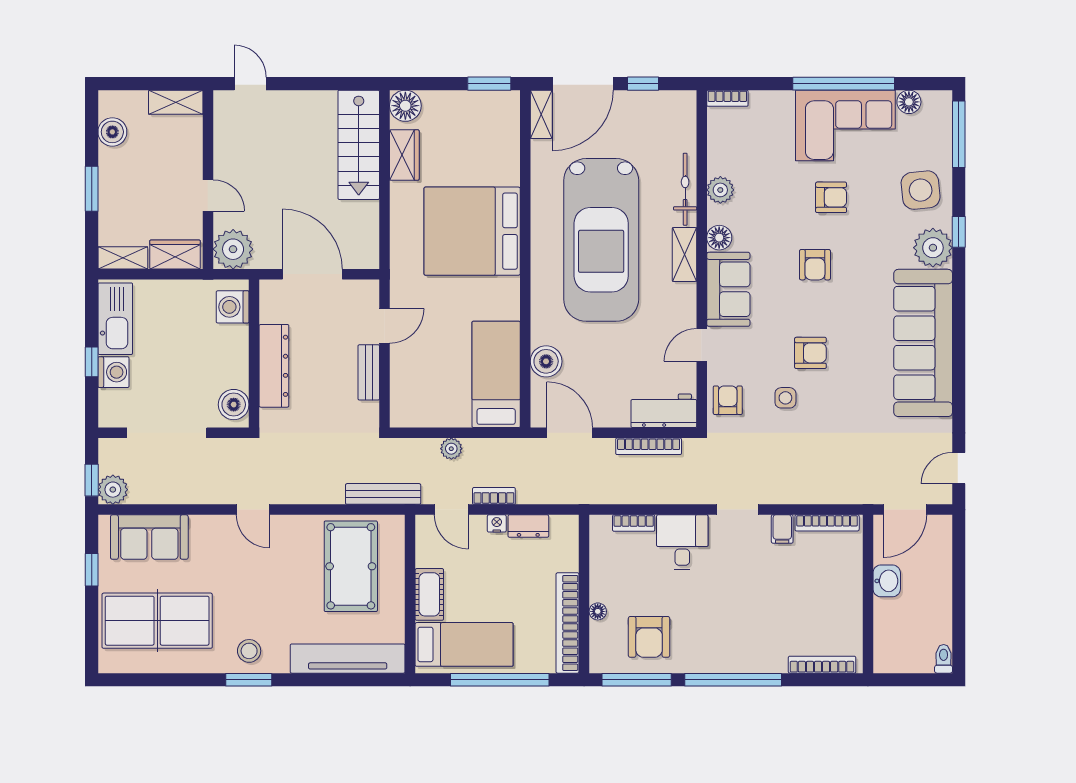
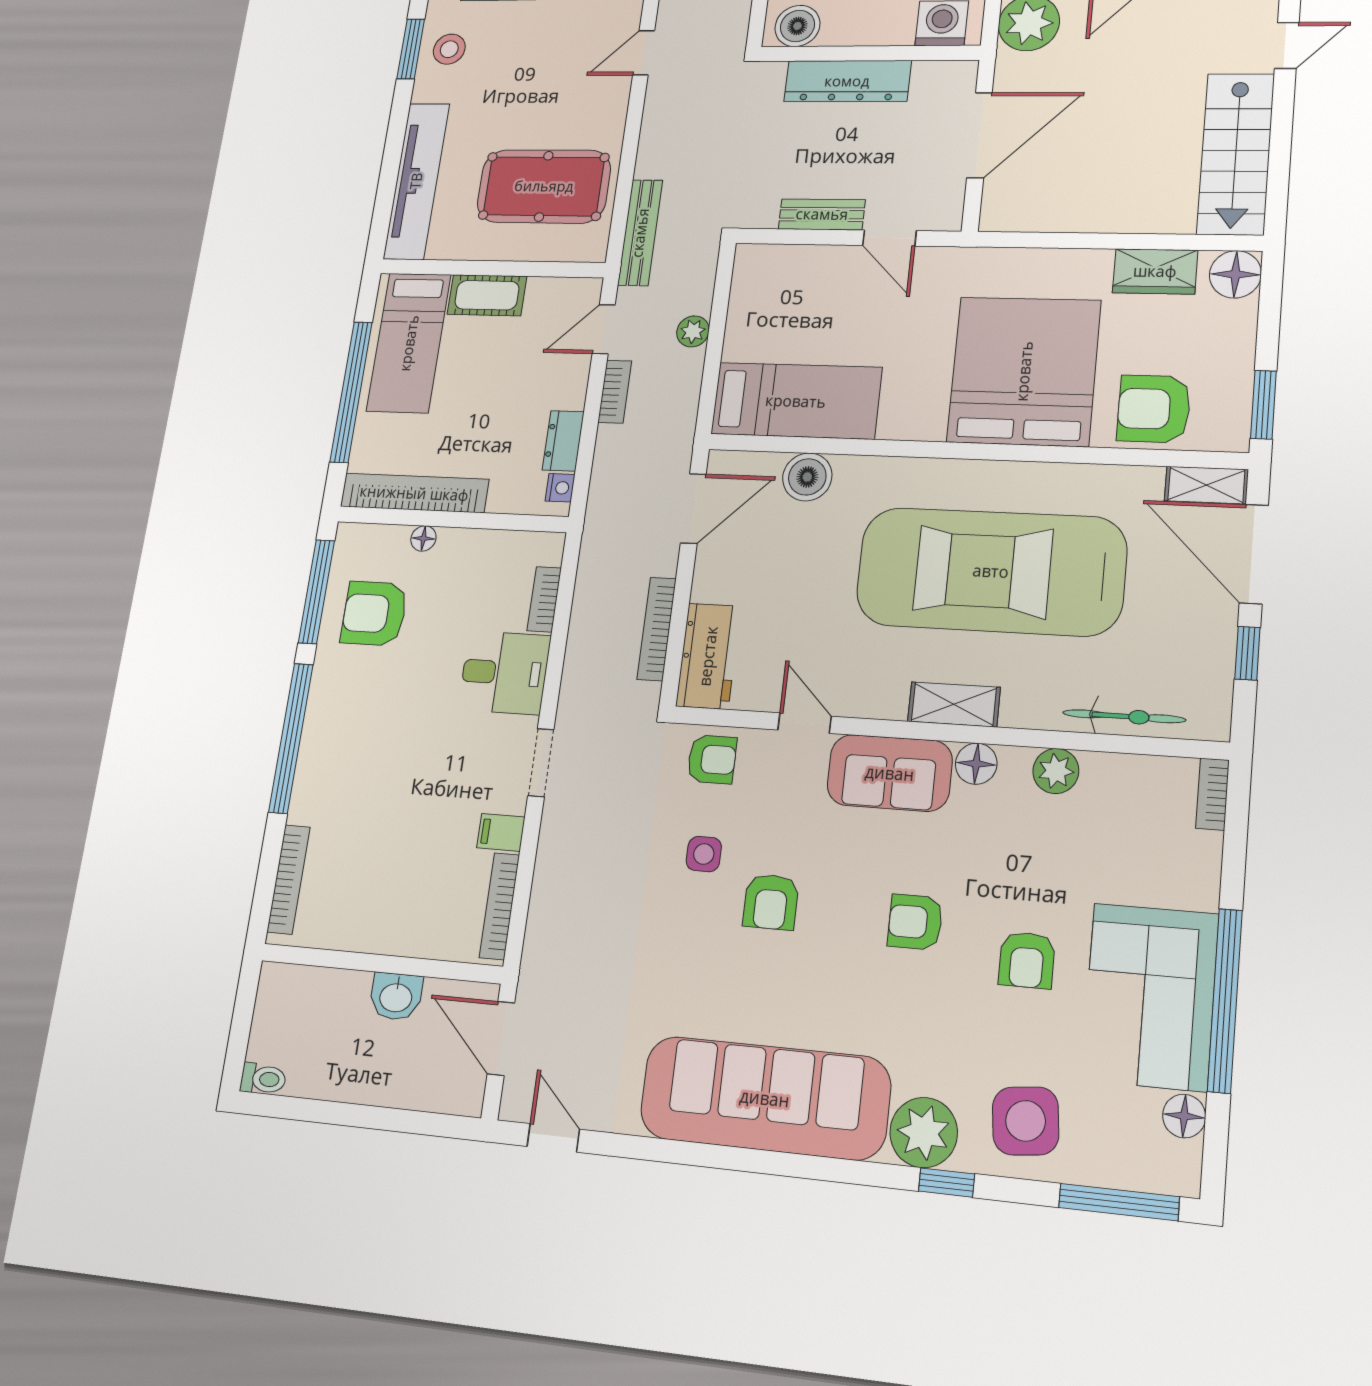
stairs: (359, 145) -> (1236, 154), moved, turned -90
armchair: (494, 149) -> (1154, 409), added
bicycle: (685, 189) -> (1124, 716), moved
nightstand: (497, 523) -> (560, 488), moved

